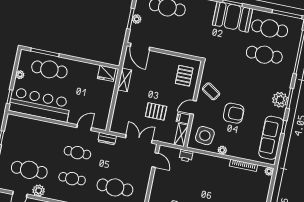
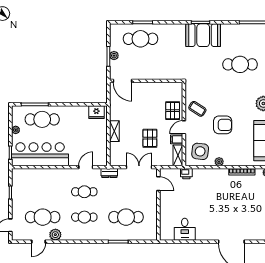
cafe table: (270, 28) -> (240, 39), removed
pallet: (184, 76) -> (173, 111), moved
shelving: (124, 80) -> (114, 131), moved
pallet: (156, 111) -> (150, 138), turned 90

